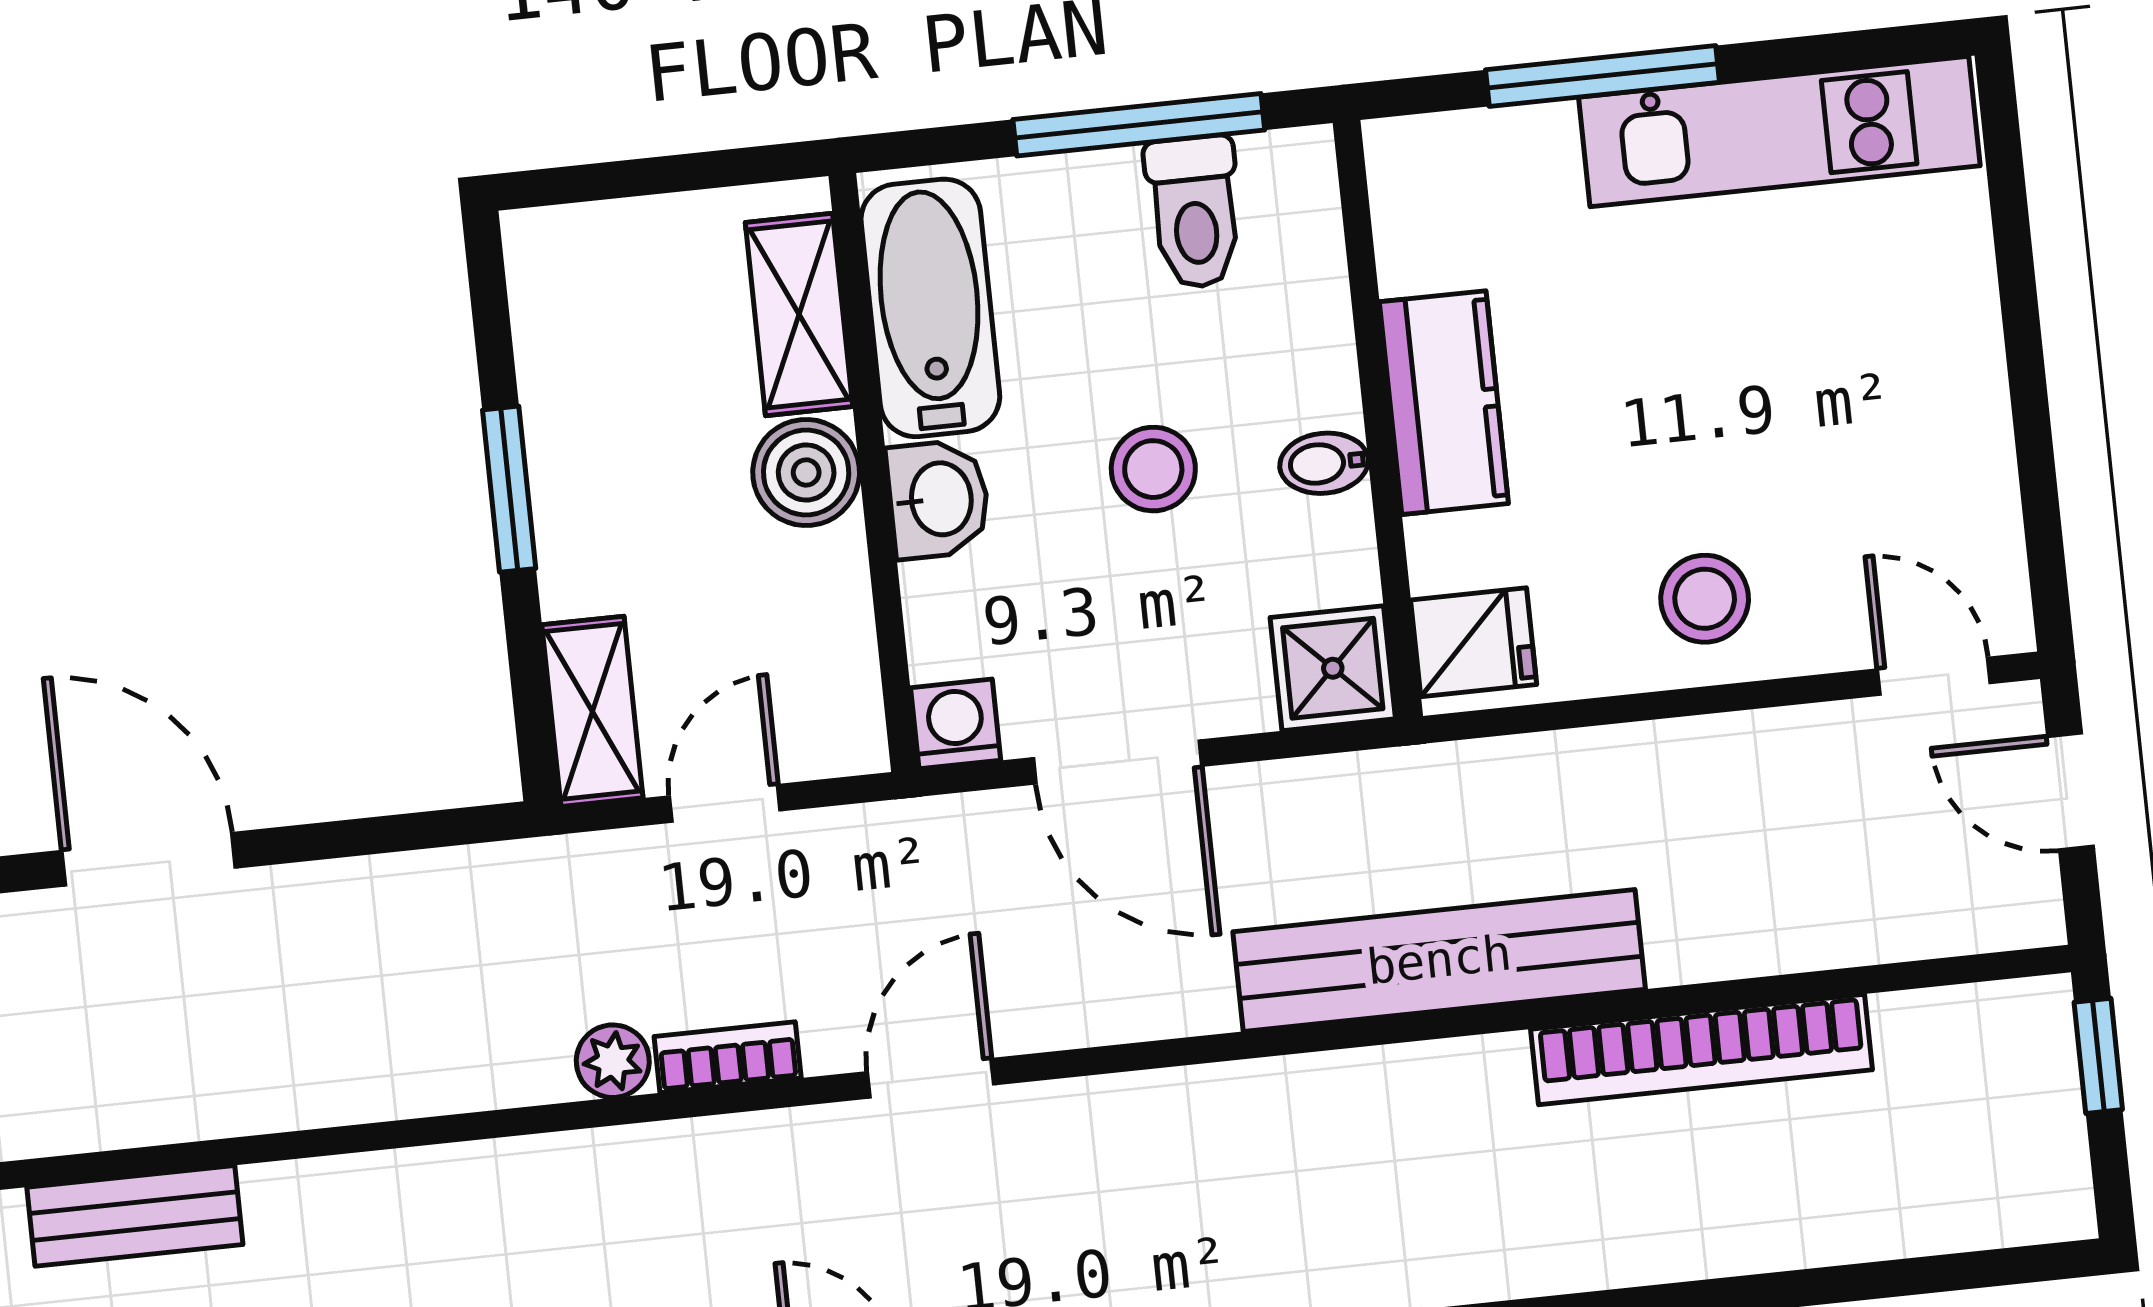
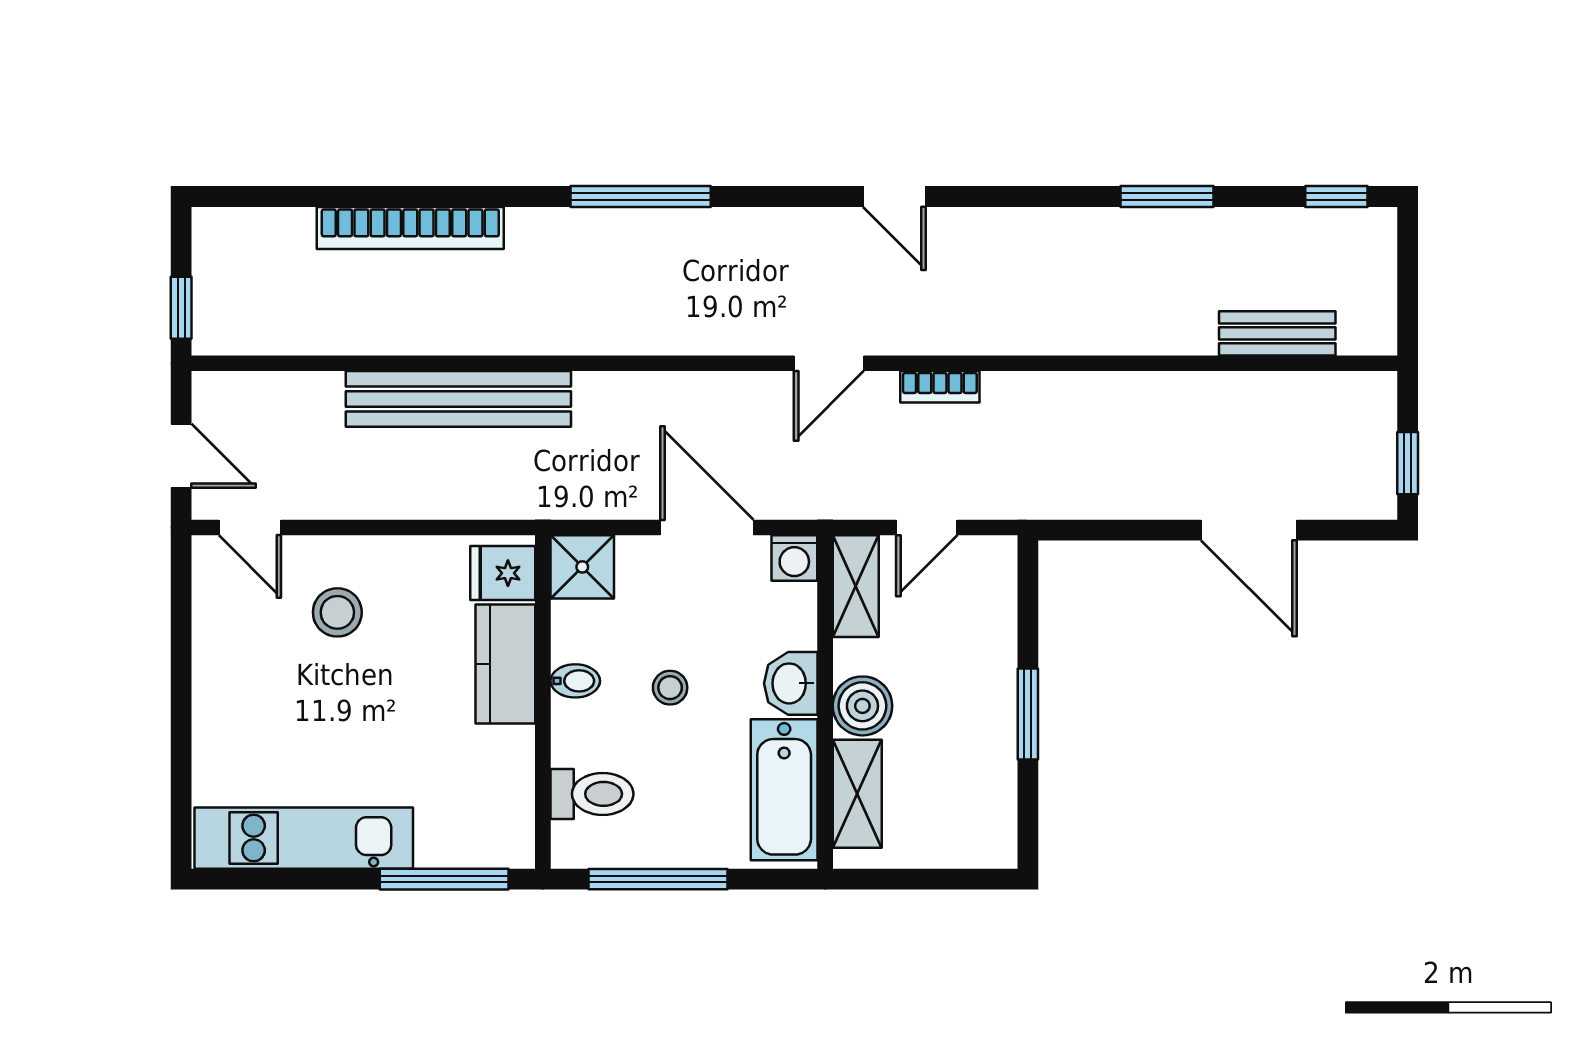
window: (1603, 76) -> (444, 879), moved
toilet: (1195, 212) -> (592, 794), moved, turned 90
kitchen counter: (1444, 403) -> (505, 664), moved
stool: (1153, 469) -> (670, 688), width x0.73, depth x0.73
stool: (1705, 599) -> (337, 612), moved
shelving: (592, 711) -> (856, 586), moved
bench: (1439, 960) -> (458, 399), moved
bookcase: (1702, 1049) -> (410, 228), moved, turned 180
plant: (613, 1061) -> (1004, 391), removed

